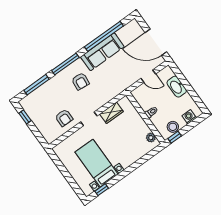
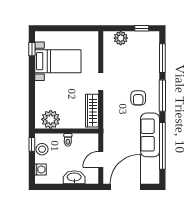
armchair: (80, 81) -> (138, 98), turned -96
wardrobe: (111, 113) -> (92, 111), width x1.50
armchair: (64, 118) -> (117, 61), removed
plant: (44, 128) -> (121, 38), added
plant: (151, 138) -> (51, 119), width x1.88, depth x1.88

